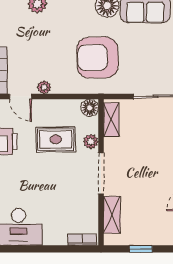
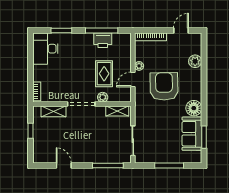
armchair: (97, 58) -> (164, 86), moved
door: (21, 97) -> (133, 79), moved
floor lamp: (90, 108) -> (125, 96), removed

